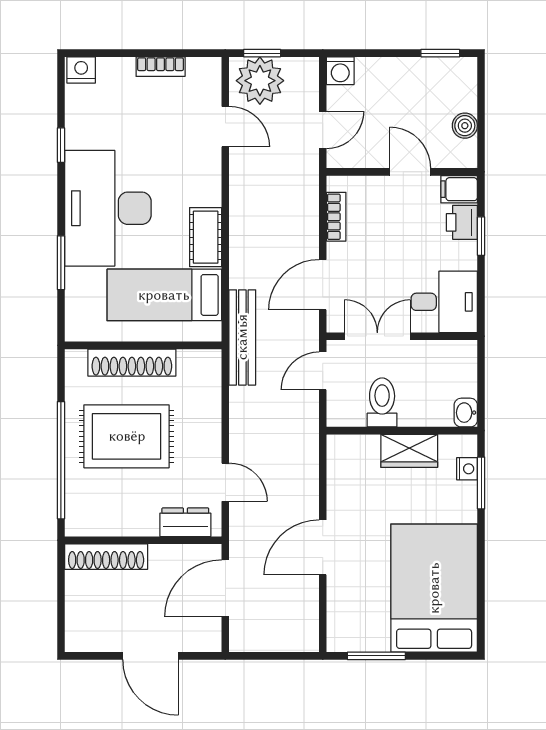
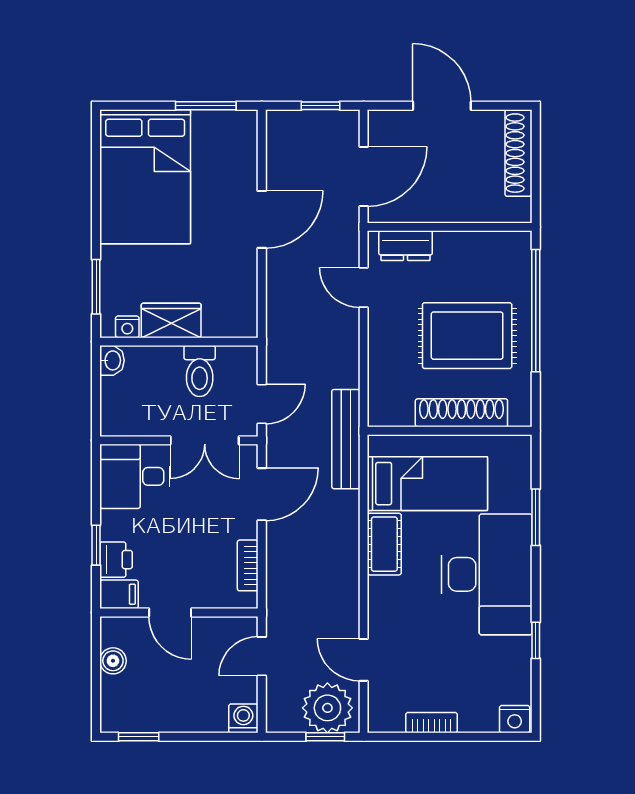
nightstand: (467, 469) -> (127, 327), moved, turned -90
shoe rack: (106, 557) -> (519, 153), moved, turned -90
window: (267, 656) -> (320, 106), added

